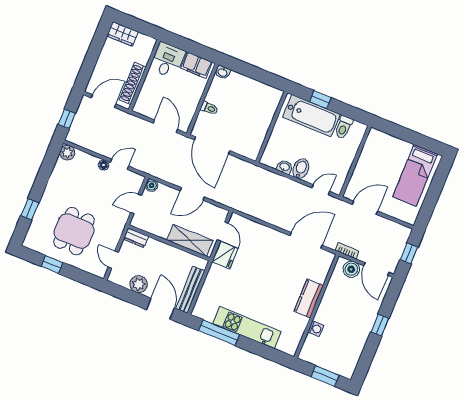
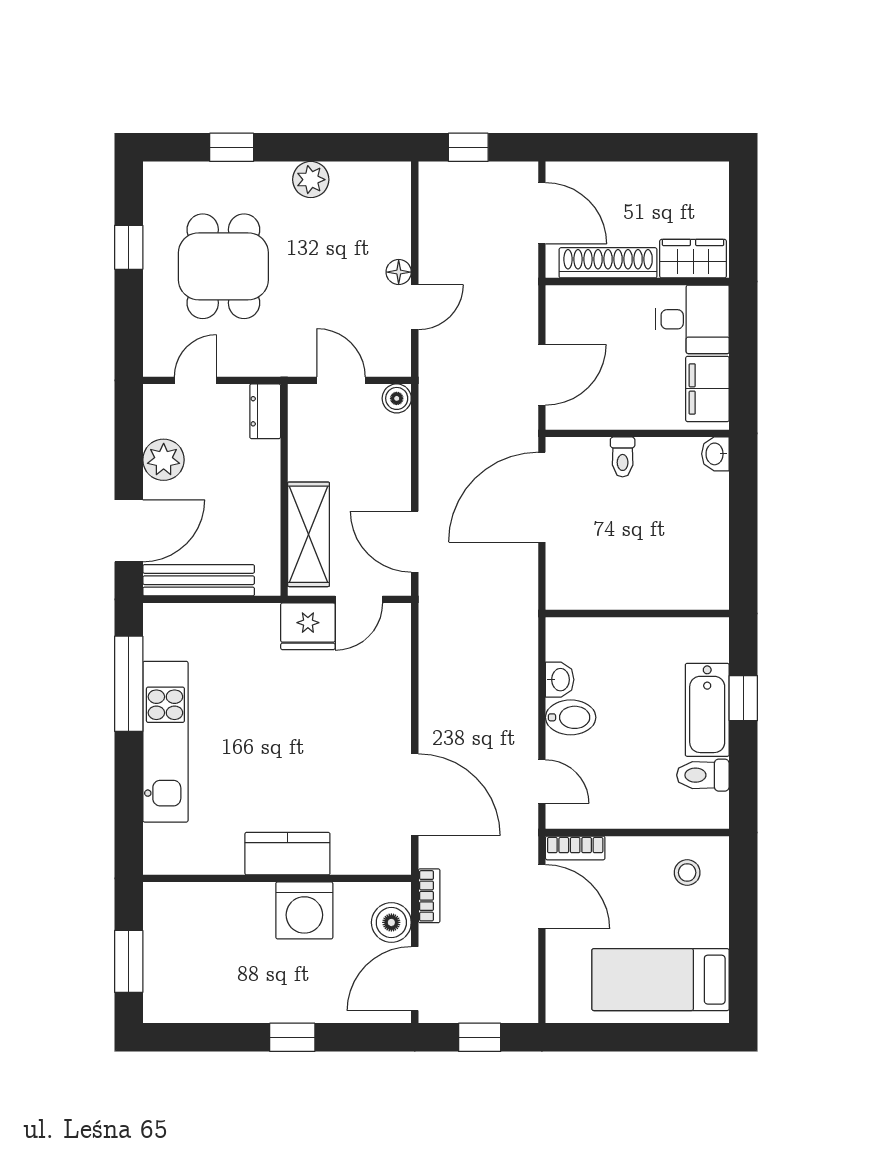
wardrobe: (123, 34) -> (693, 259), moved, turned 90
bathtub: (311, 116) -> (707, 710), width x0.73, depth x0.73
stool: (378, 148) -> (687, 873), added
plant: (67, 153) -> (311, 180), moved
door: (120, 164) -> (415, 307), hinge flipped
bookcase: (351, 187) -> (575, 848), added
door: (192, 194) -> (415, 542), moved
dining table: (74, 231) -> (223, 266), turned 90
washing machine: (316, 329) -> (304, 910), moved, width x1.89, depth x1.89

